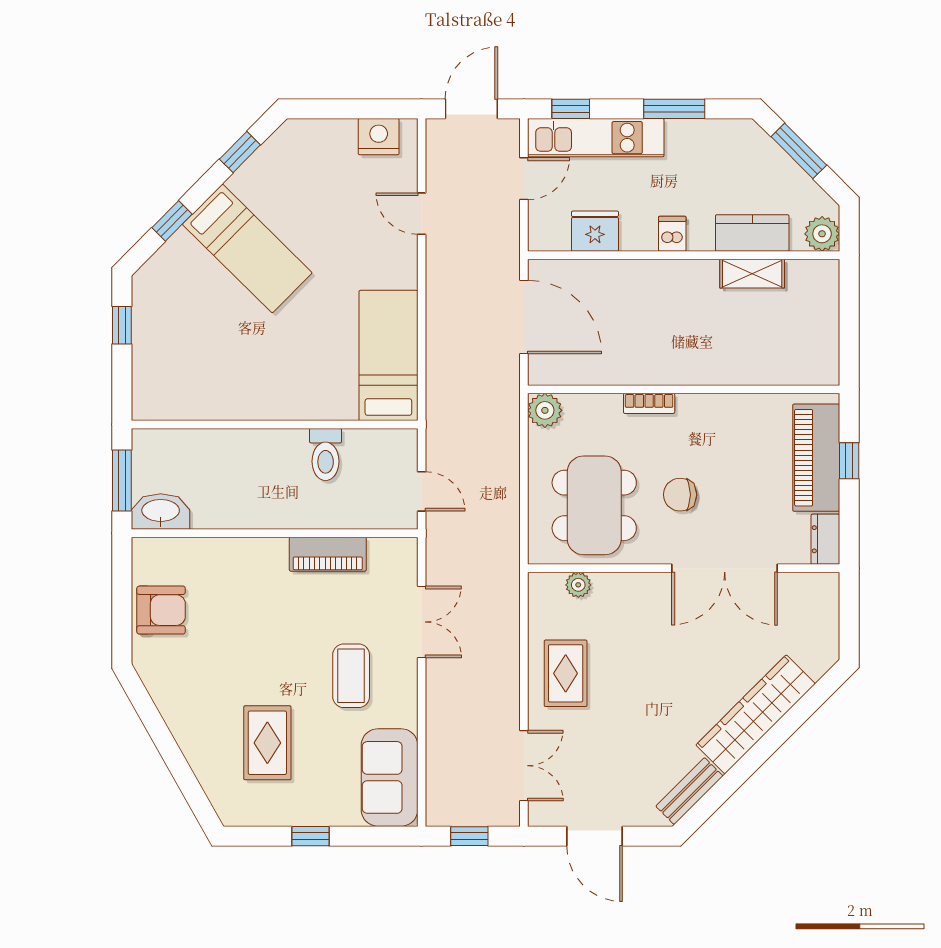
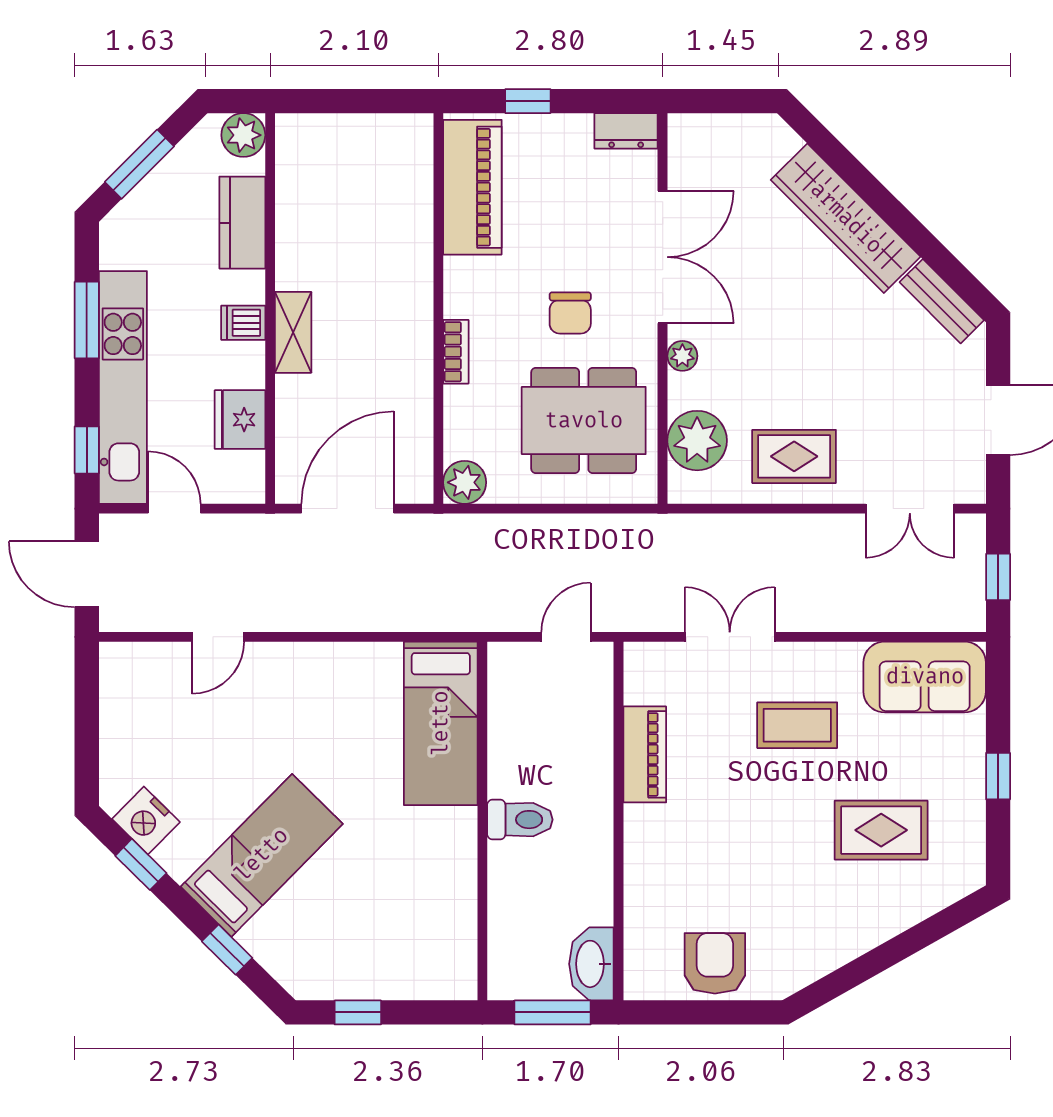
nightstand: (379, 137) -> (146, 820), moved, turned -45
kitchen unit: (596, 138) -> (123, 387), width x1.36
shelving: (752, 274) -> (293, 332), moved
bed: (388, 355) -> (441, 723), moved, turned -90
toilet: (326, 455) -> (520, 820), moved
piano: (816, 458) -> (472, 187), moved, turned -90
plant: (646, 584) -> (682, 356), added
plant: (578, 585) -> (697, 441), width x1.88, depth x1.88
double door: (524, 766) -> (910, 509), swing flipped

